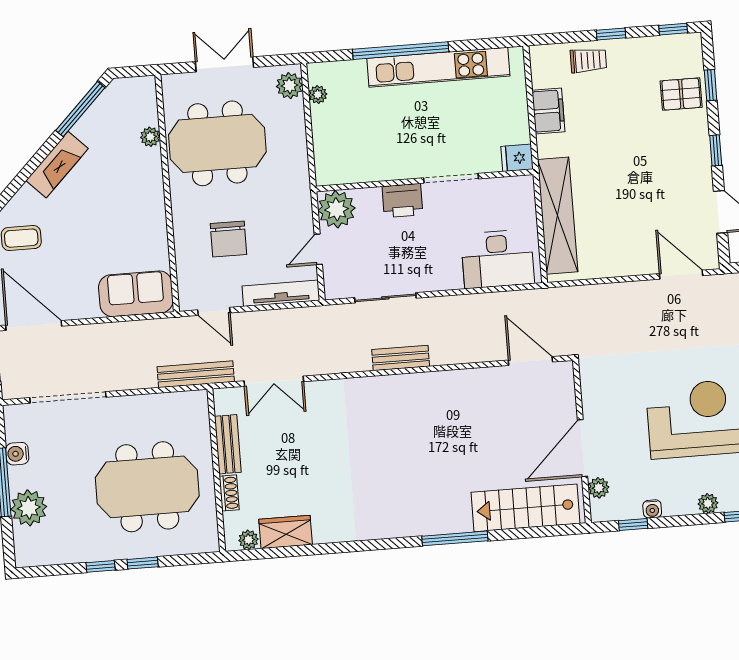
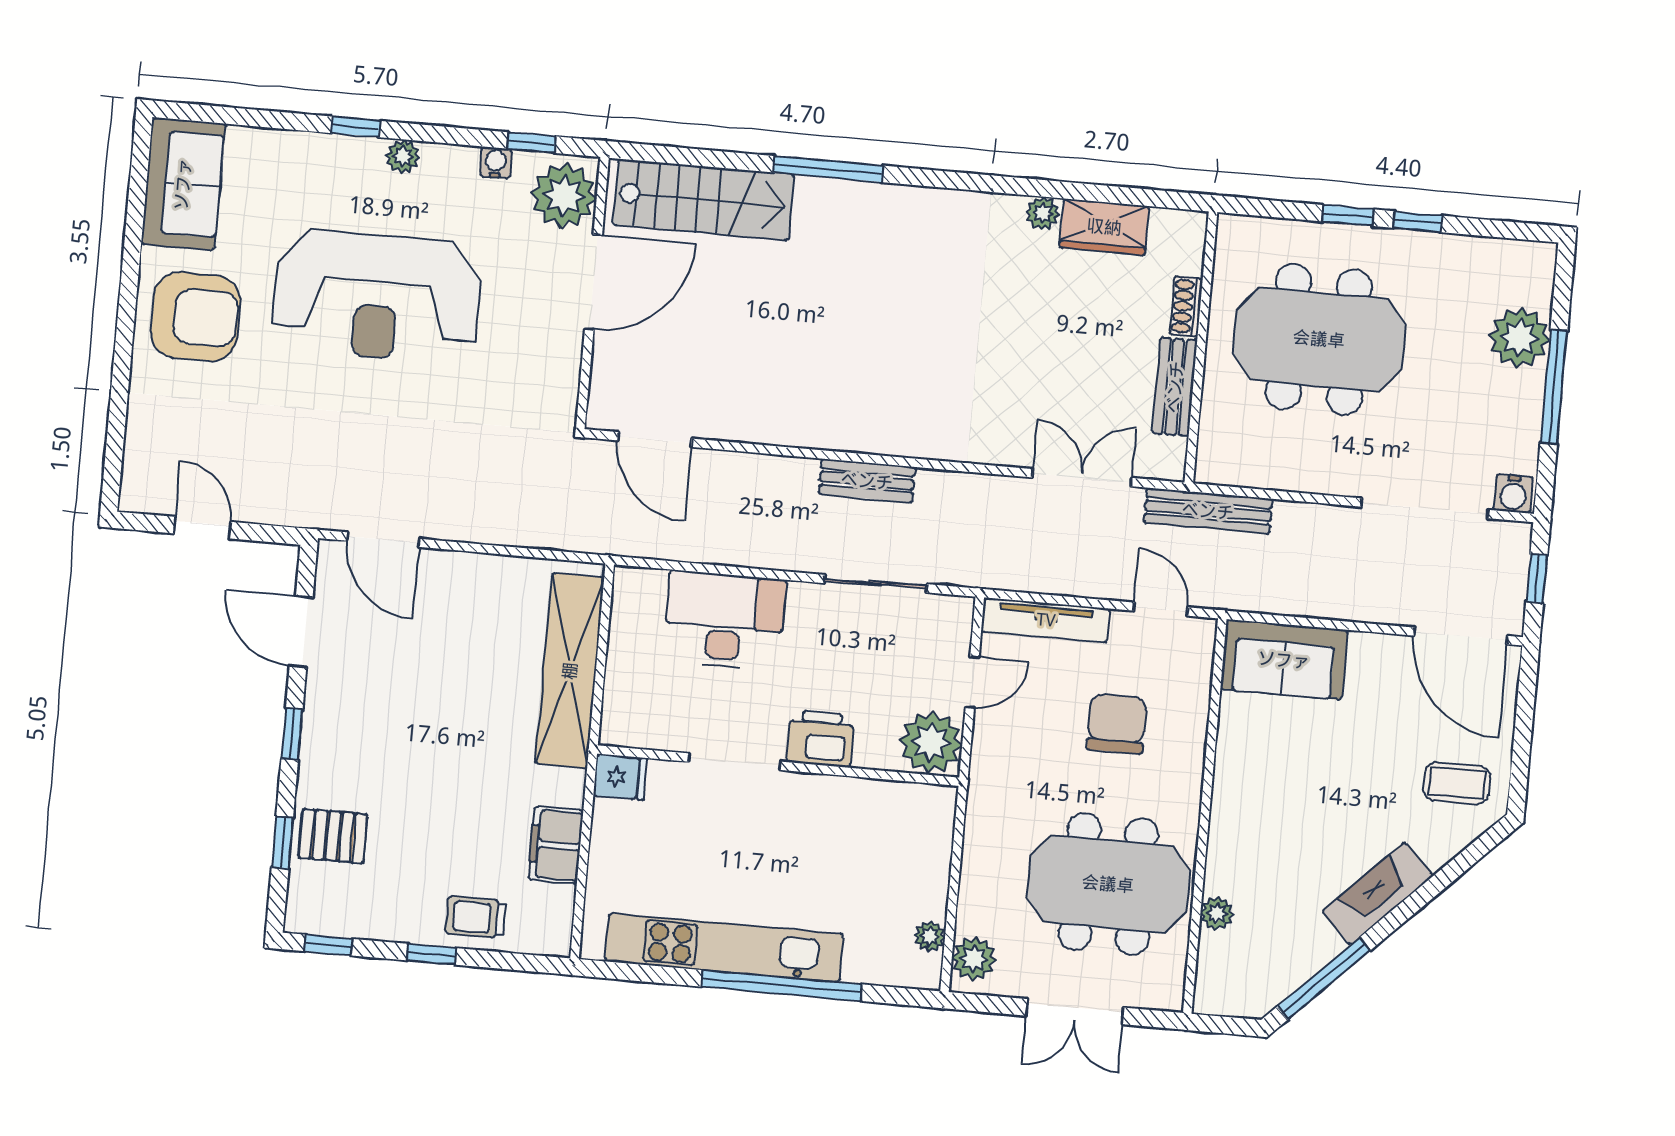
desk: (498, 259) -> (724, 620), moved
water cooler: (17, 454) -> (1513, 494), moved, turned 90
plant: (599, 488) -> (564, 196), width x1.87, depth x1.87
plant: (248, 540) -> (1043, 213), moved

